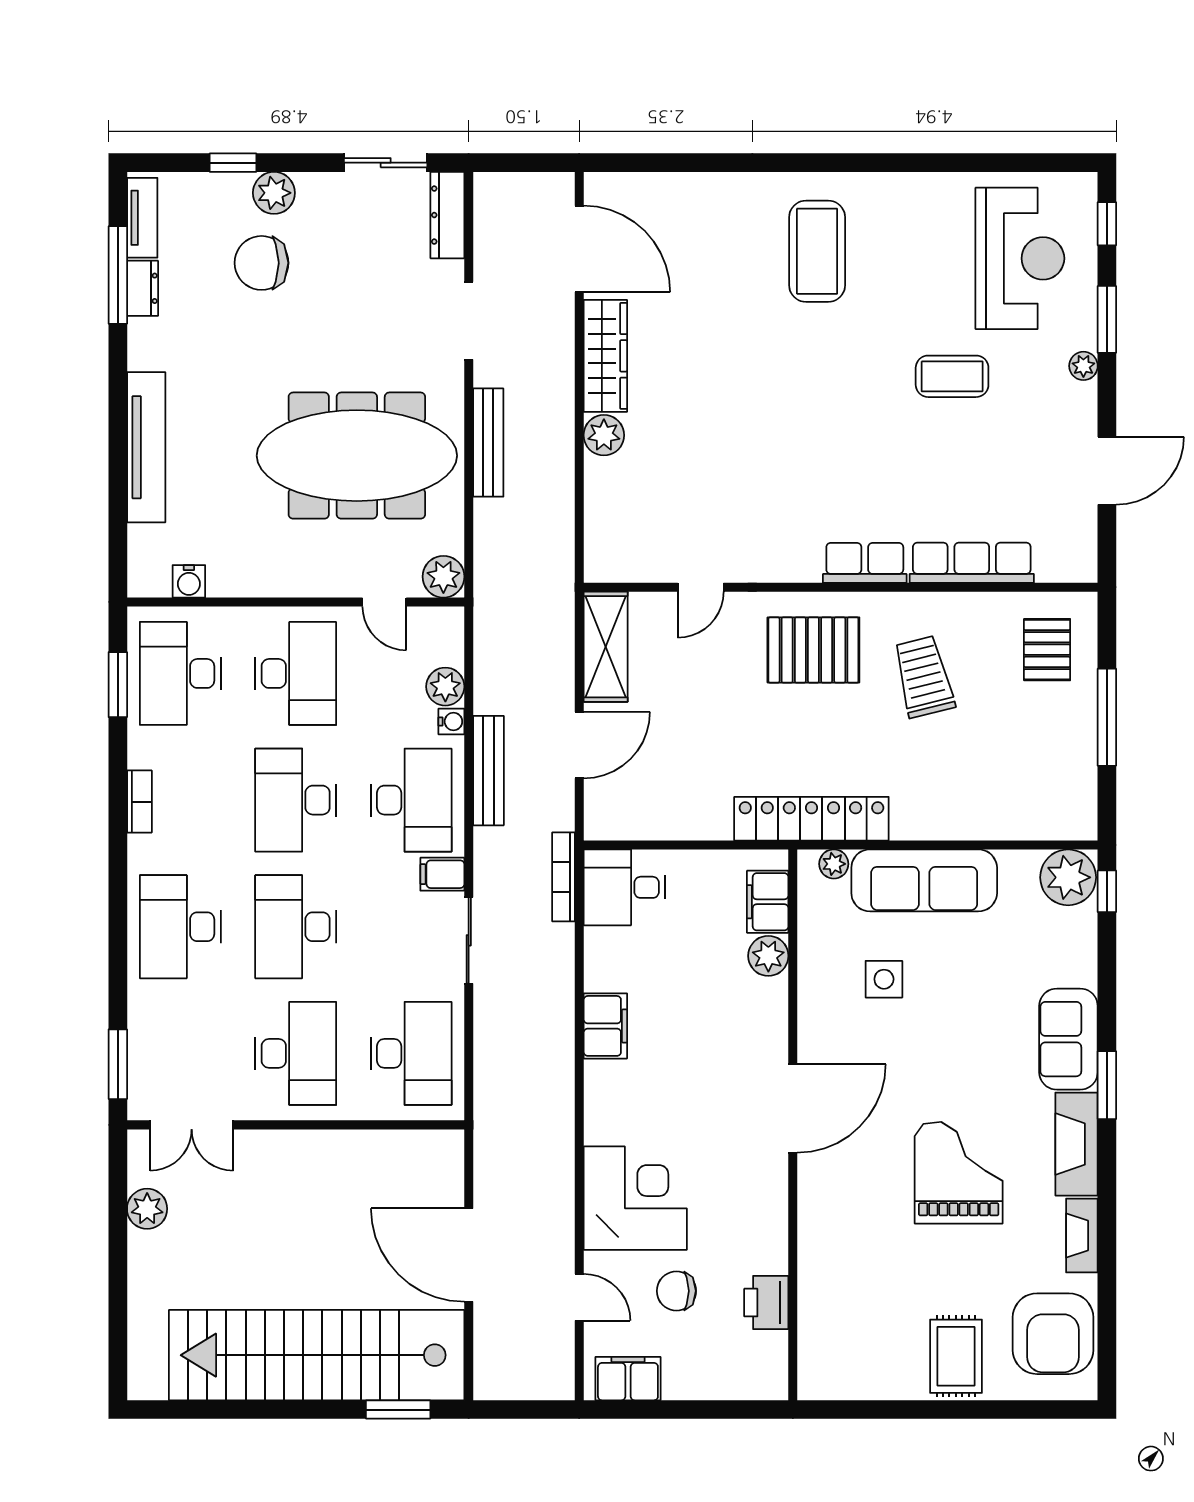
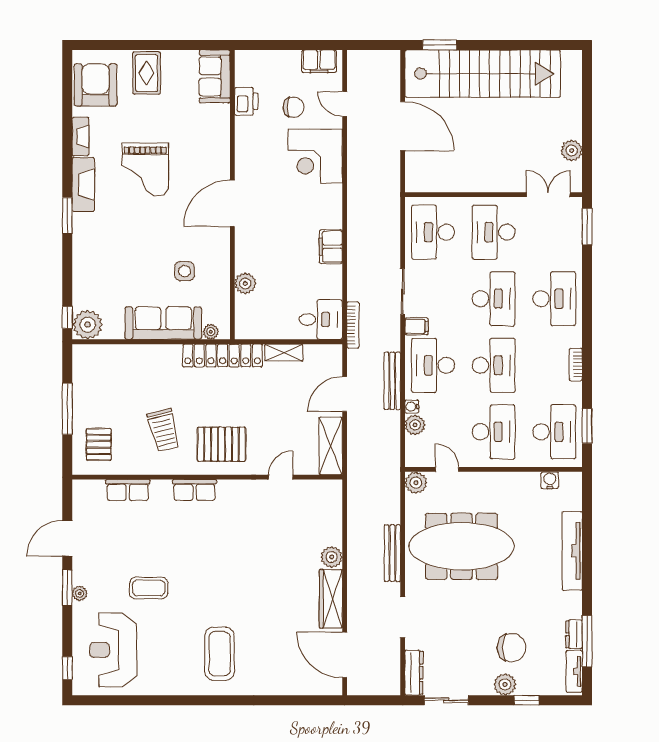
window: (1107, 319) -> (67, 588), moved
row of seats: (972, 563) -> (128, 490), width x0.68
desk: (296, 673) -> (494, 432), turned 180
shelving: (695, 824) -> (284, 353), added
filing cabinet: (768, 902) -> (246, 312), removed
sofa: (1068, 1039) -> (215, 76), moved, turned 180

